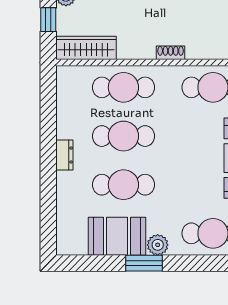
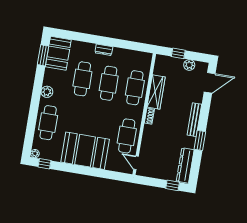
wardrobe: (86, 48) -> (156, 92), moved
booth: (117, 236) -> (58, 53), moved
window: (144, 263) -> (43, 55), moved

